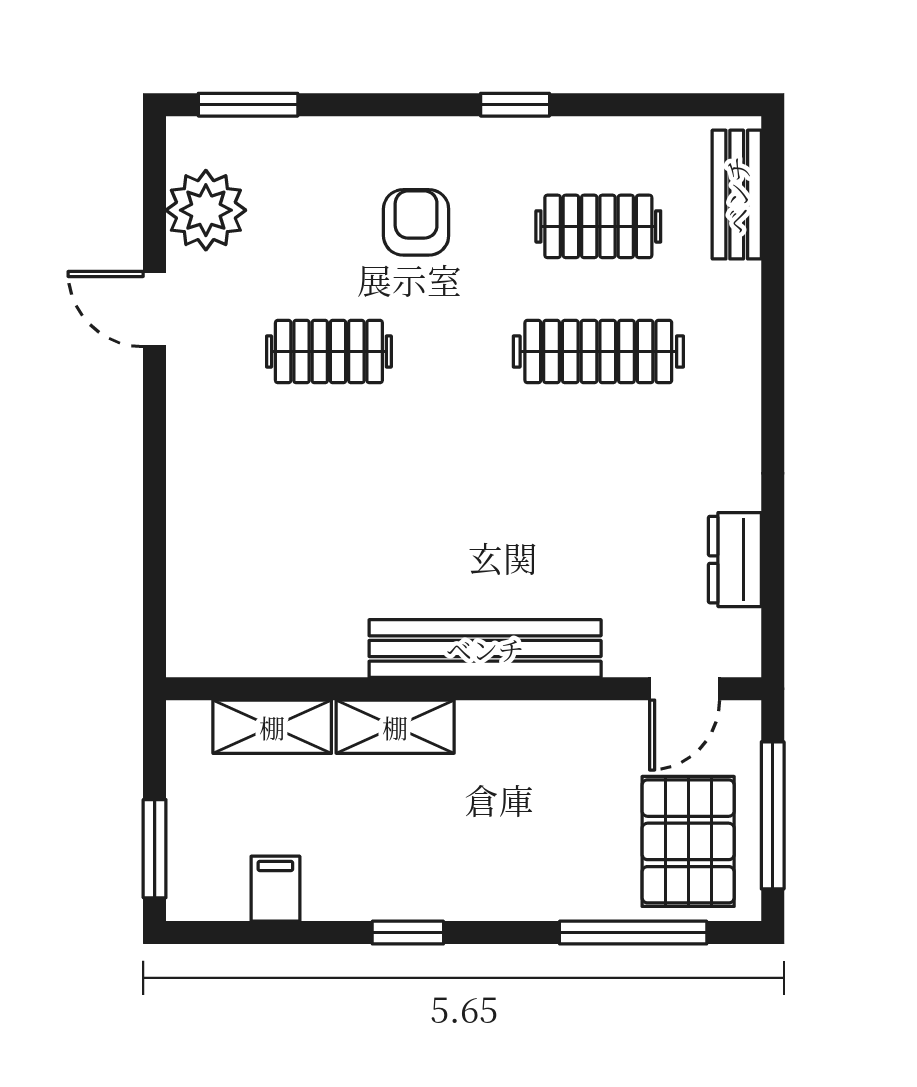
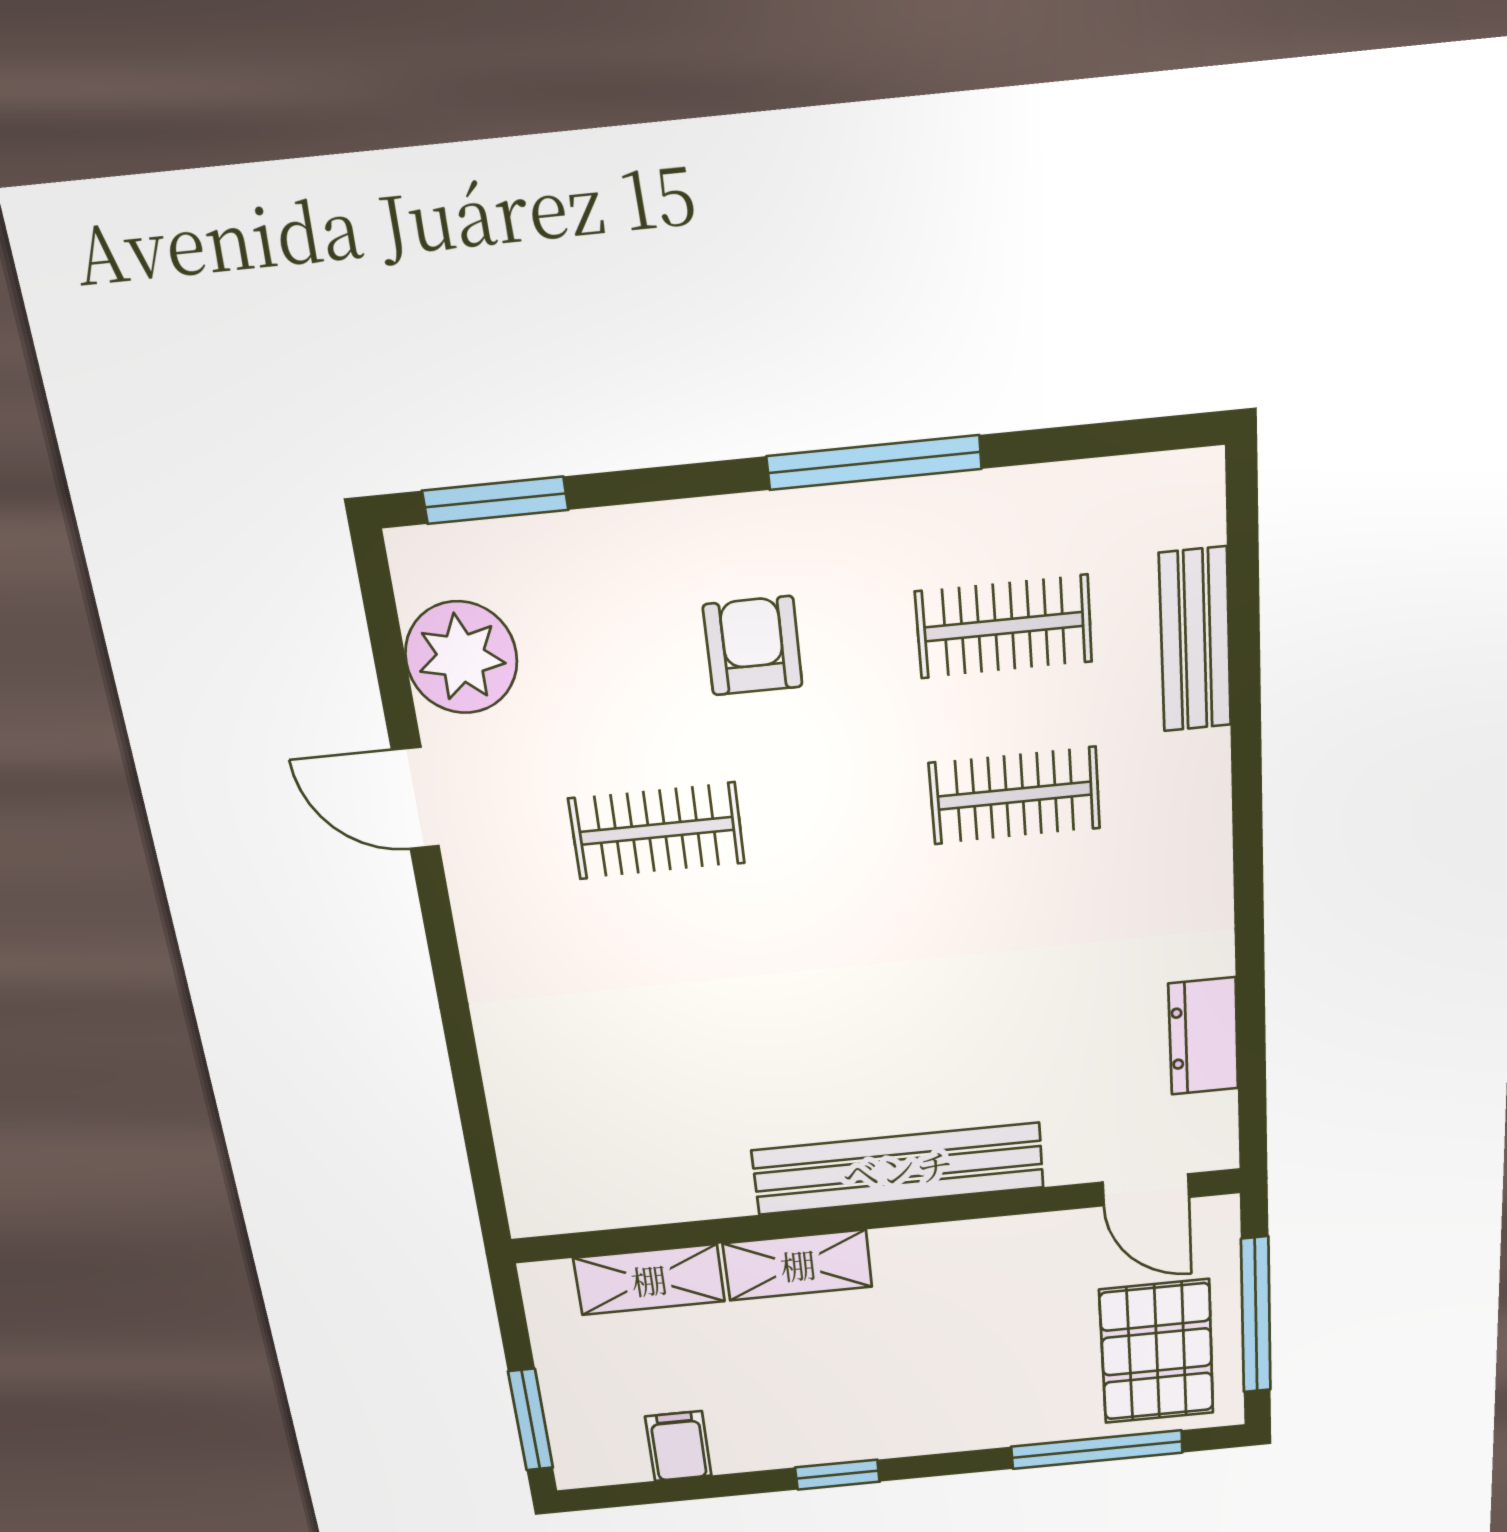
window: (515, 105) -> (874, 463), width x2.17
bench: (737, 195) -> (1195, 640), moved
clothes rail: (598, 352) -> (1015, 796), width x0.73
door: (685, 689) -> (1146, 1190), hinge flipped

